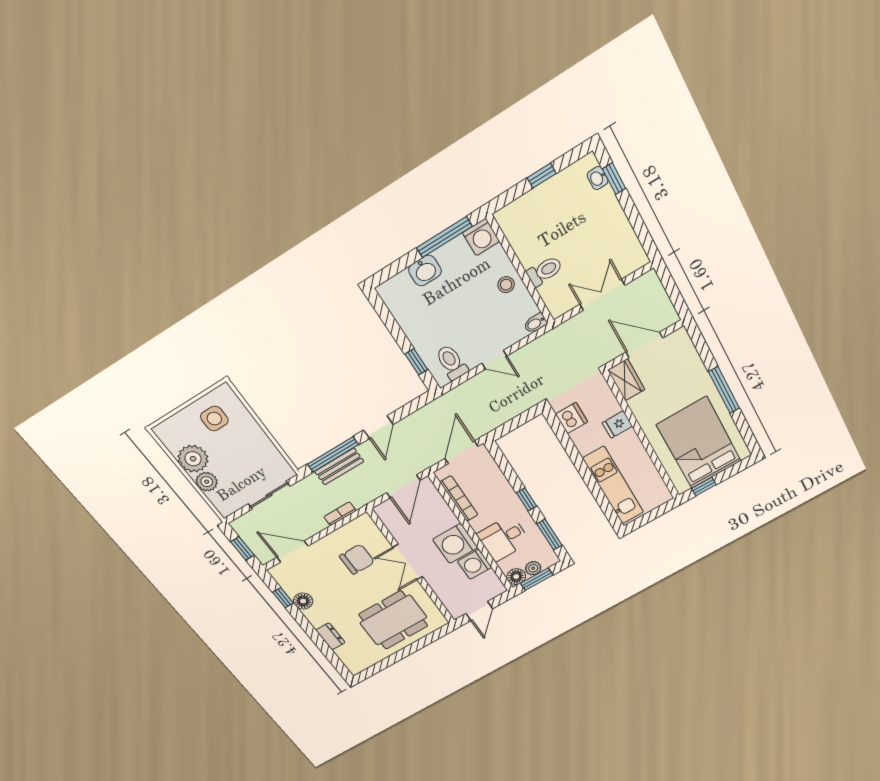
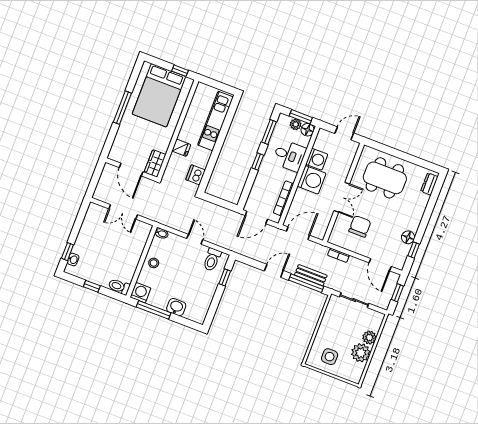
toilet: (545, 271) -> (119, 287), moved
chair: (357, 559) -> (360, 226), turned 90
dresser: (330, 636) -> (429, 184), moved

